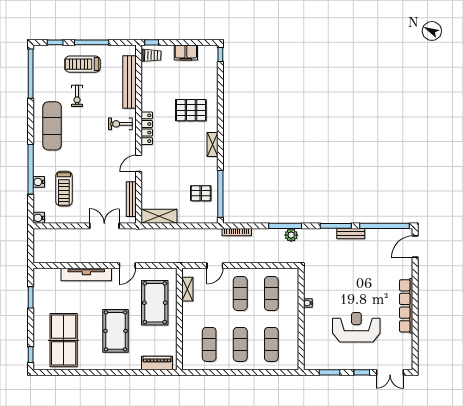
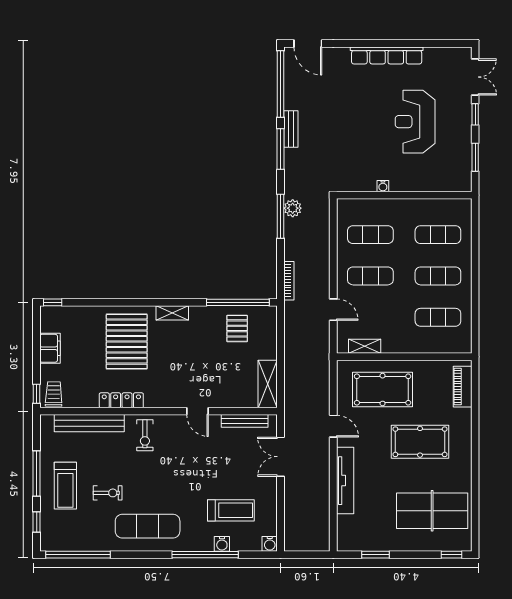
pallet: (191, 110) -> (127, 342), width x1.37, depth x1.41
locker: (147, 128) -> (121, 400), moved

